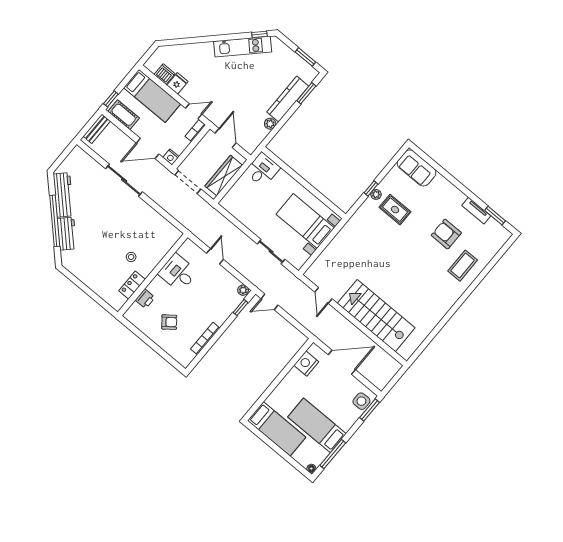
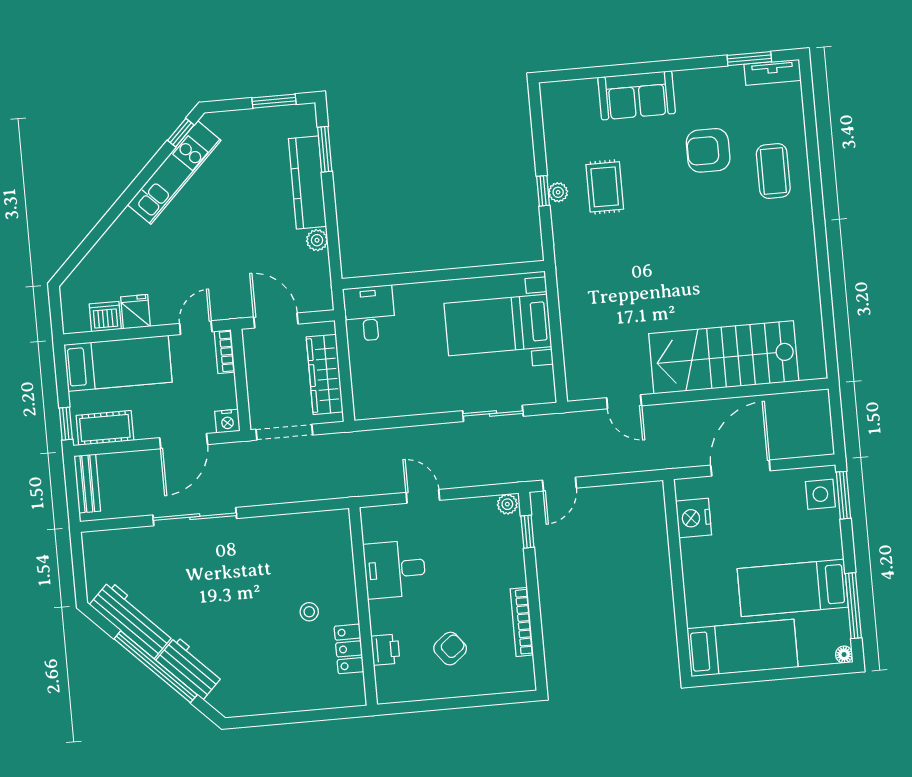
sofa: (417, 168) -> (637, 95), moved
rug: (395, 210) -> (605, 187), turned 90
tv unit: (476, 211) -> (773, 72), moved

